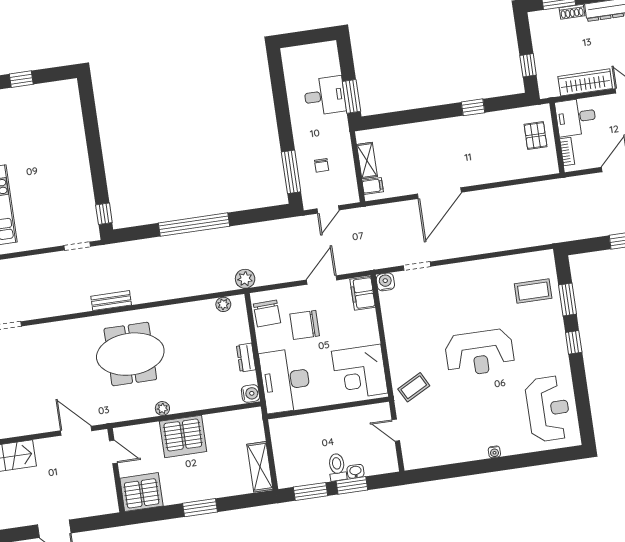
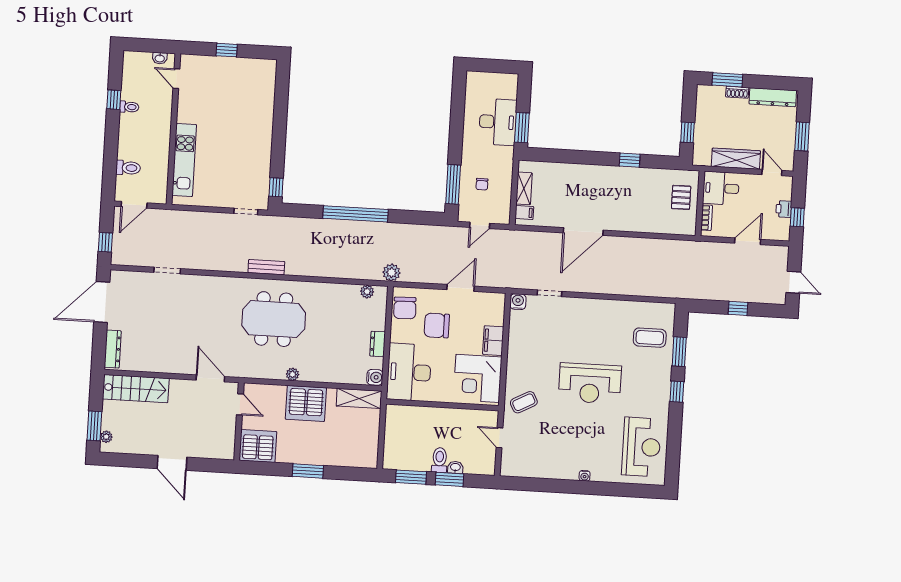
desk: (325, 96) -> (498, 122), width x1.37
filing cabinet: (363, 293) -> (493, 341), moved
shelving: (260, 467) -> (359, 398), moved, turned 90

